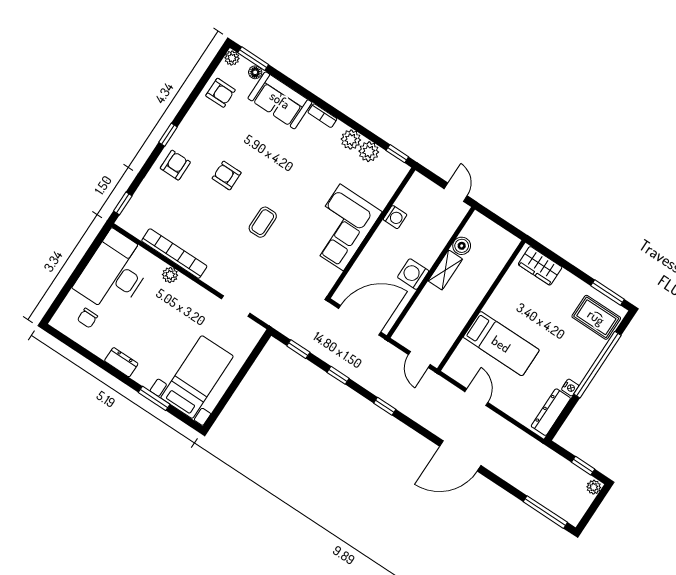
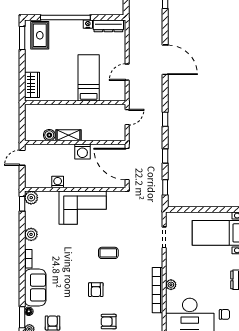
plant: (369, 152) -> (31, 198), moved

